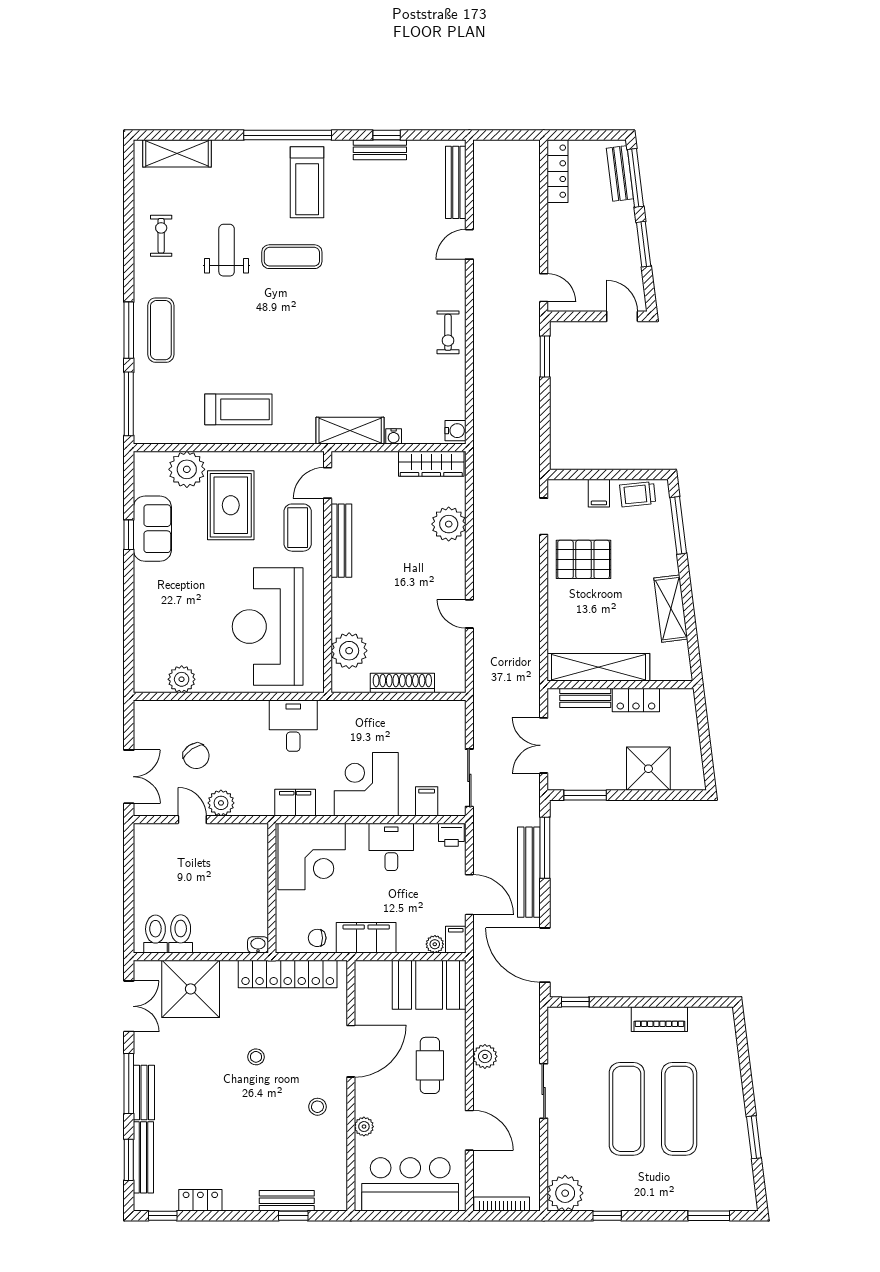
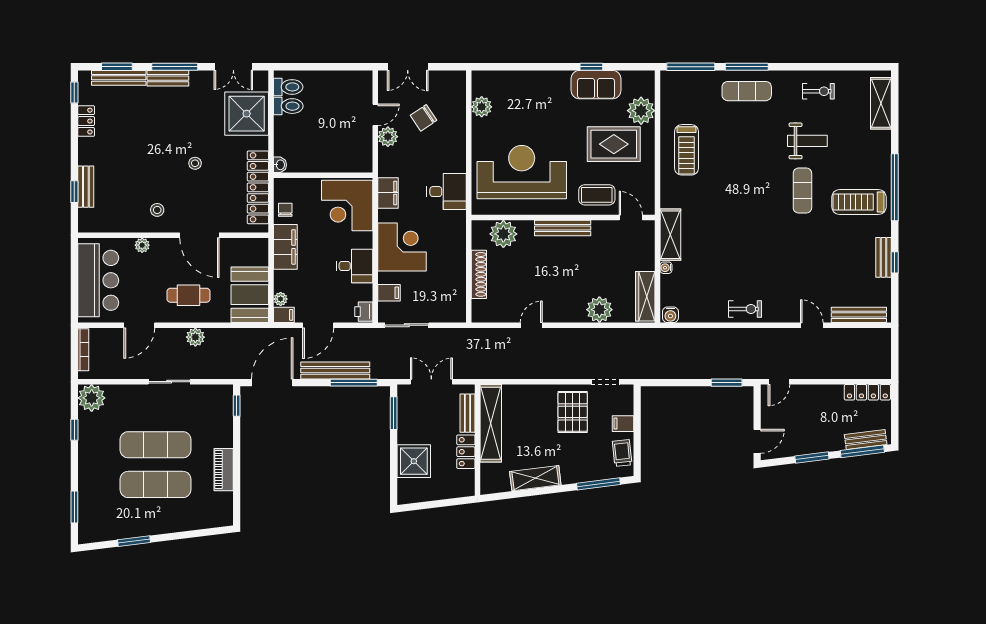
exercise bike: (448, 332) -> (745, 309), turned 180
bench: (341, 541) -> (563, 228), moved

